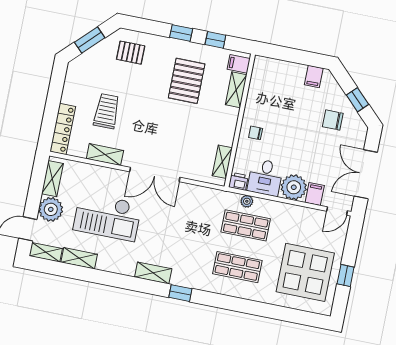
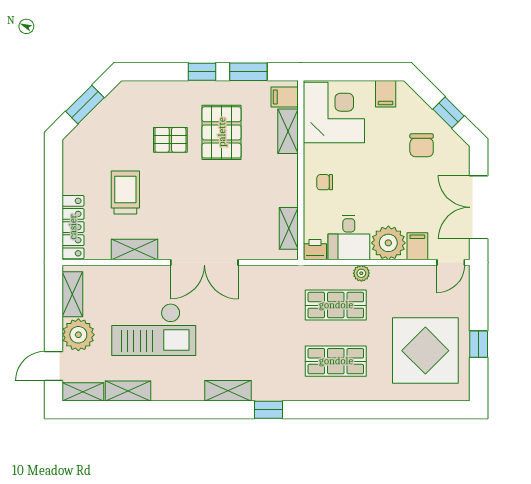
window: (215, 40) -> (248, 72), width x1.50
pallet: (131, 53) -> (170, 140), moved
corner desk: (273, 83) -> (334, 113), added
chair: (333, 120) -> (422, 145), turned -90
plant: (247, 201) -> (361, 273), moved

